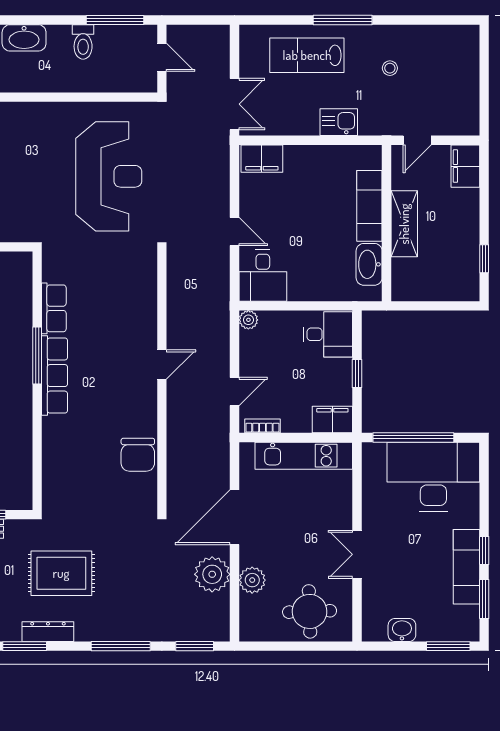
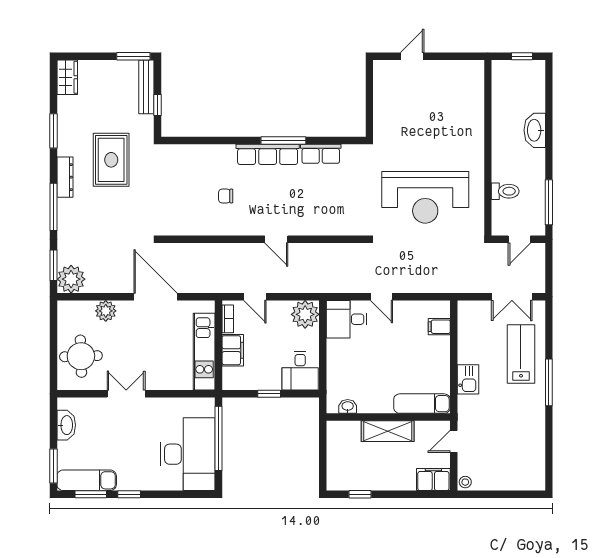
toilet: (83, 42) -> (505, 191), moved, turned 180
stool: (390, 68) -> (465, 482), moved
double door: (234, 104) -> (512, 297), moved
door: (417, 140) -> (454, 441), hinge flipped
filing cabinet: (262, 159) -> (439, 327), width x0.50
exam couch: (369, 206) -> (422, 404), moved
door: (234, 232) -> (382, 297), hinge flipped
washbasin: (369, 264) -> (348, 406), width x0.52, depth x0.69
plant: (248, 320) -> (305, 314), width x1.88, depth x1.88
filing cabinet: (332, 420) -> (233, 350), moved
chair: (138, 455) -> (226, 196), moved, width x0.54, depth x0.54
exam couch: (466, 567) -> (87, 480), moved
plant: (212, 574) -> (71, 279), moved
washbasin: (402, 630) -> (66, 425), width x1.38
dresser: (48, 632) -> (65, 177), moved

